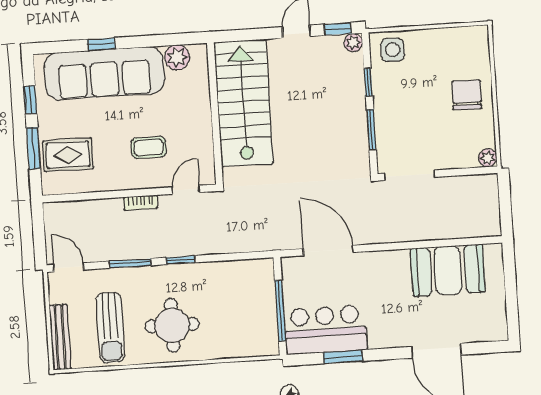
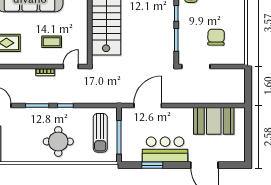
chair: (467, 95) -> (216, 37), moved
plant: (488, 158) -> (240, 60), removed
door: (328, 251) -> (148, 106), hinge flipped
sun lounger: (110, 328) -> (100, 133), moved
bar counter: (325, 330) -> (165, 150), moved

